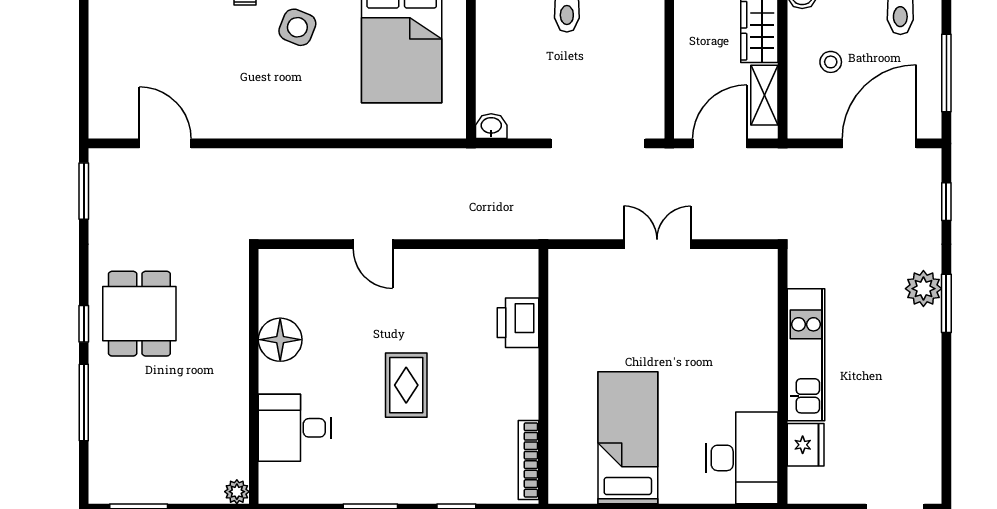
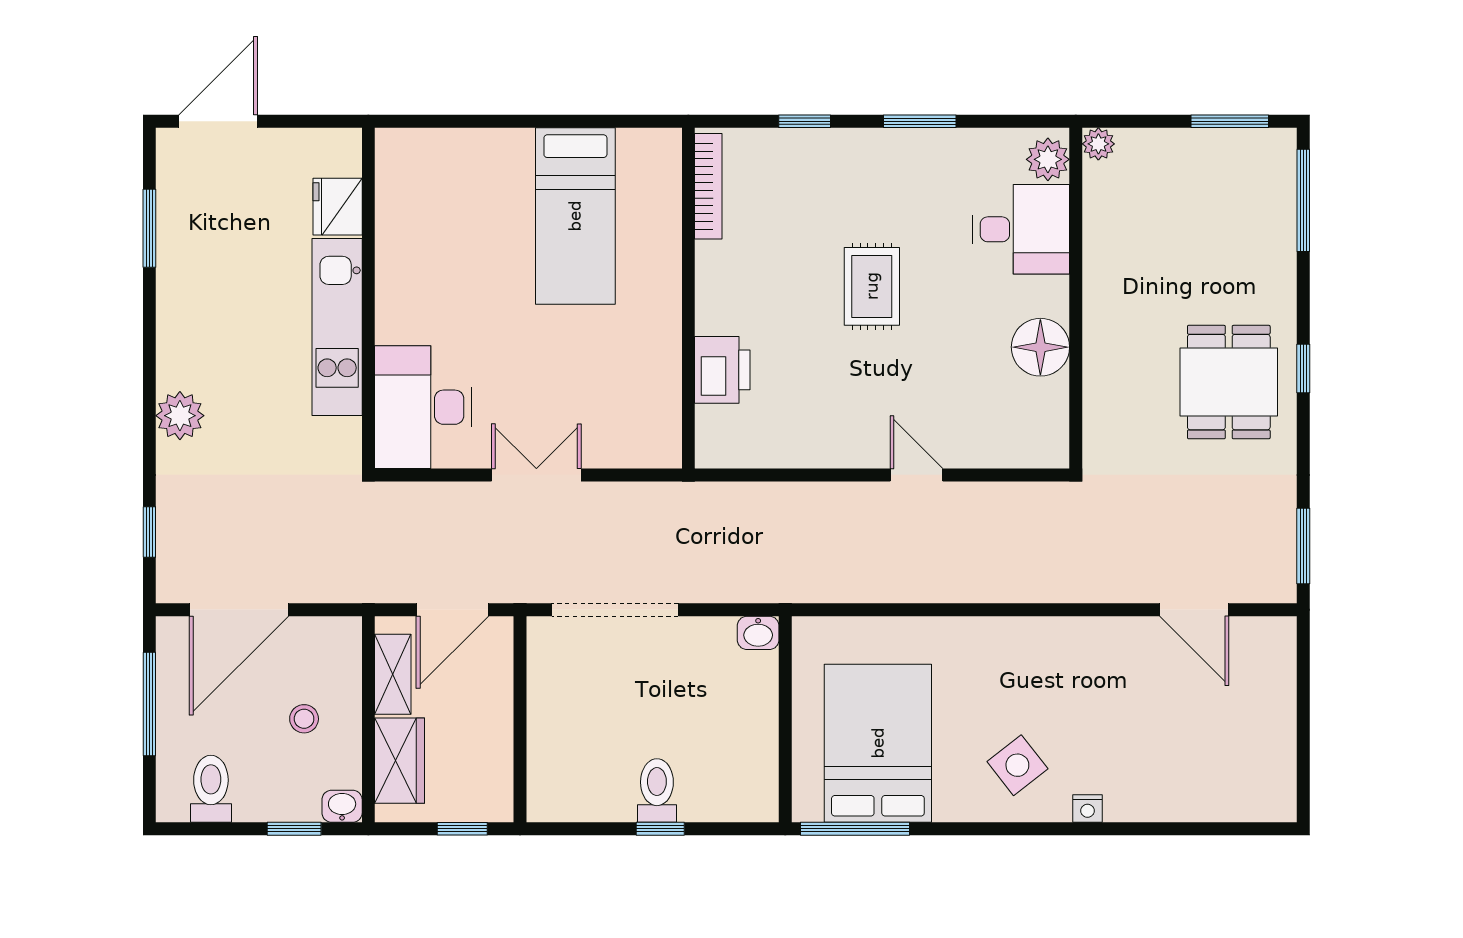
side table: (297, 27) -> (1017, 765), turned 30
double door: (657, 244) -> (536, 475), swing flipped
window: (946, 303) -> (149, 228), moved
window: (84, 402) -> (1303, 200), moved
desk: (742, 458) -> (423, 407), moved
plant: (275, 480) -> (1048, 159), added

